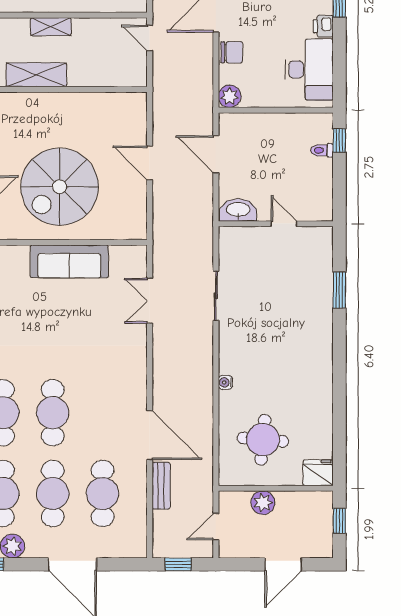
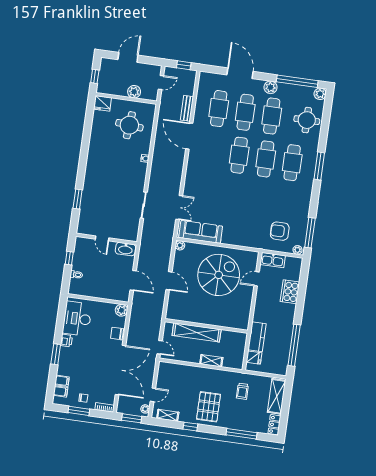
shelving: (36, 75) -> (197, 332), moved, width x1.47
window: (339, 141) -> (69, 258), moved
plant: (139, 231) -> (180, 245), added
sofa: (69, 261) -> (201, 232), moved

